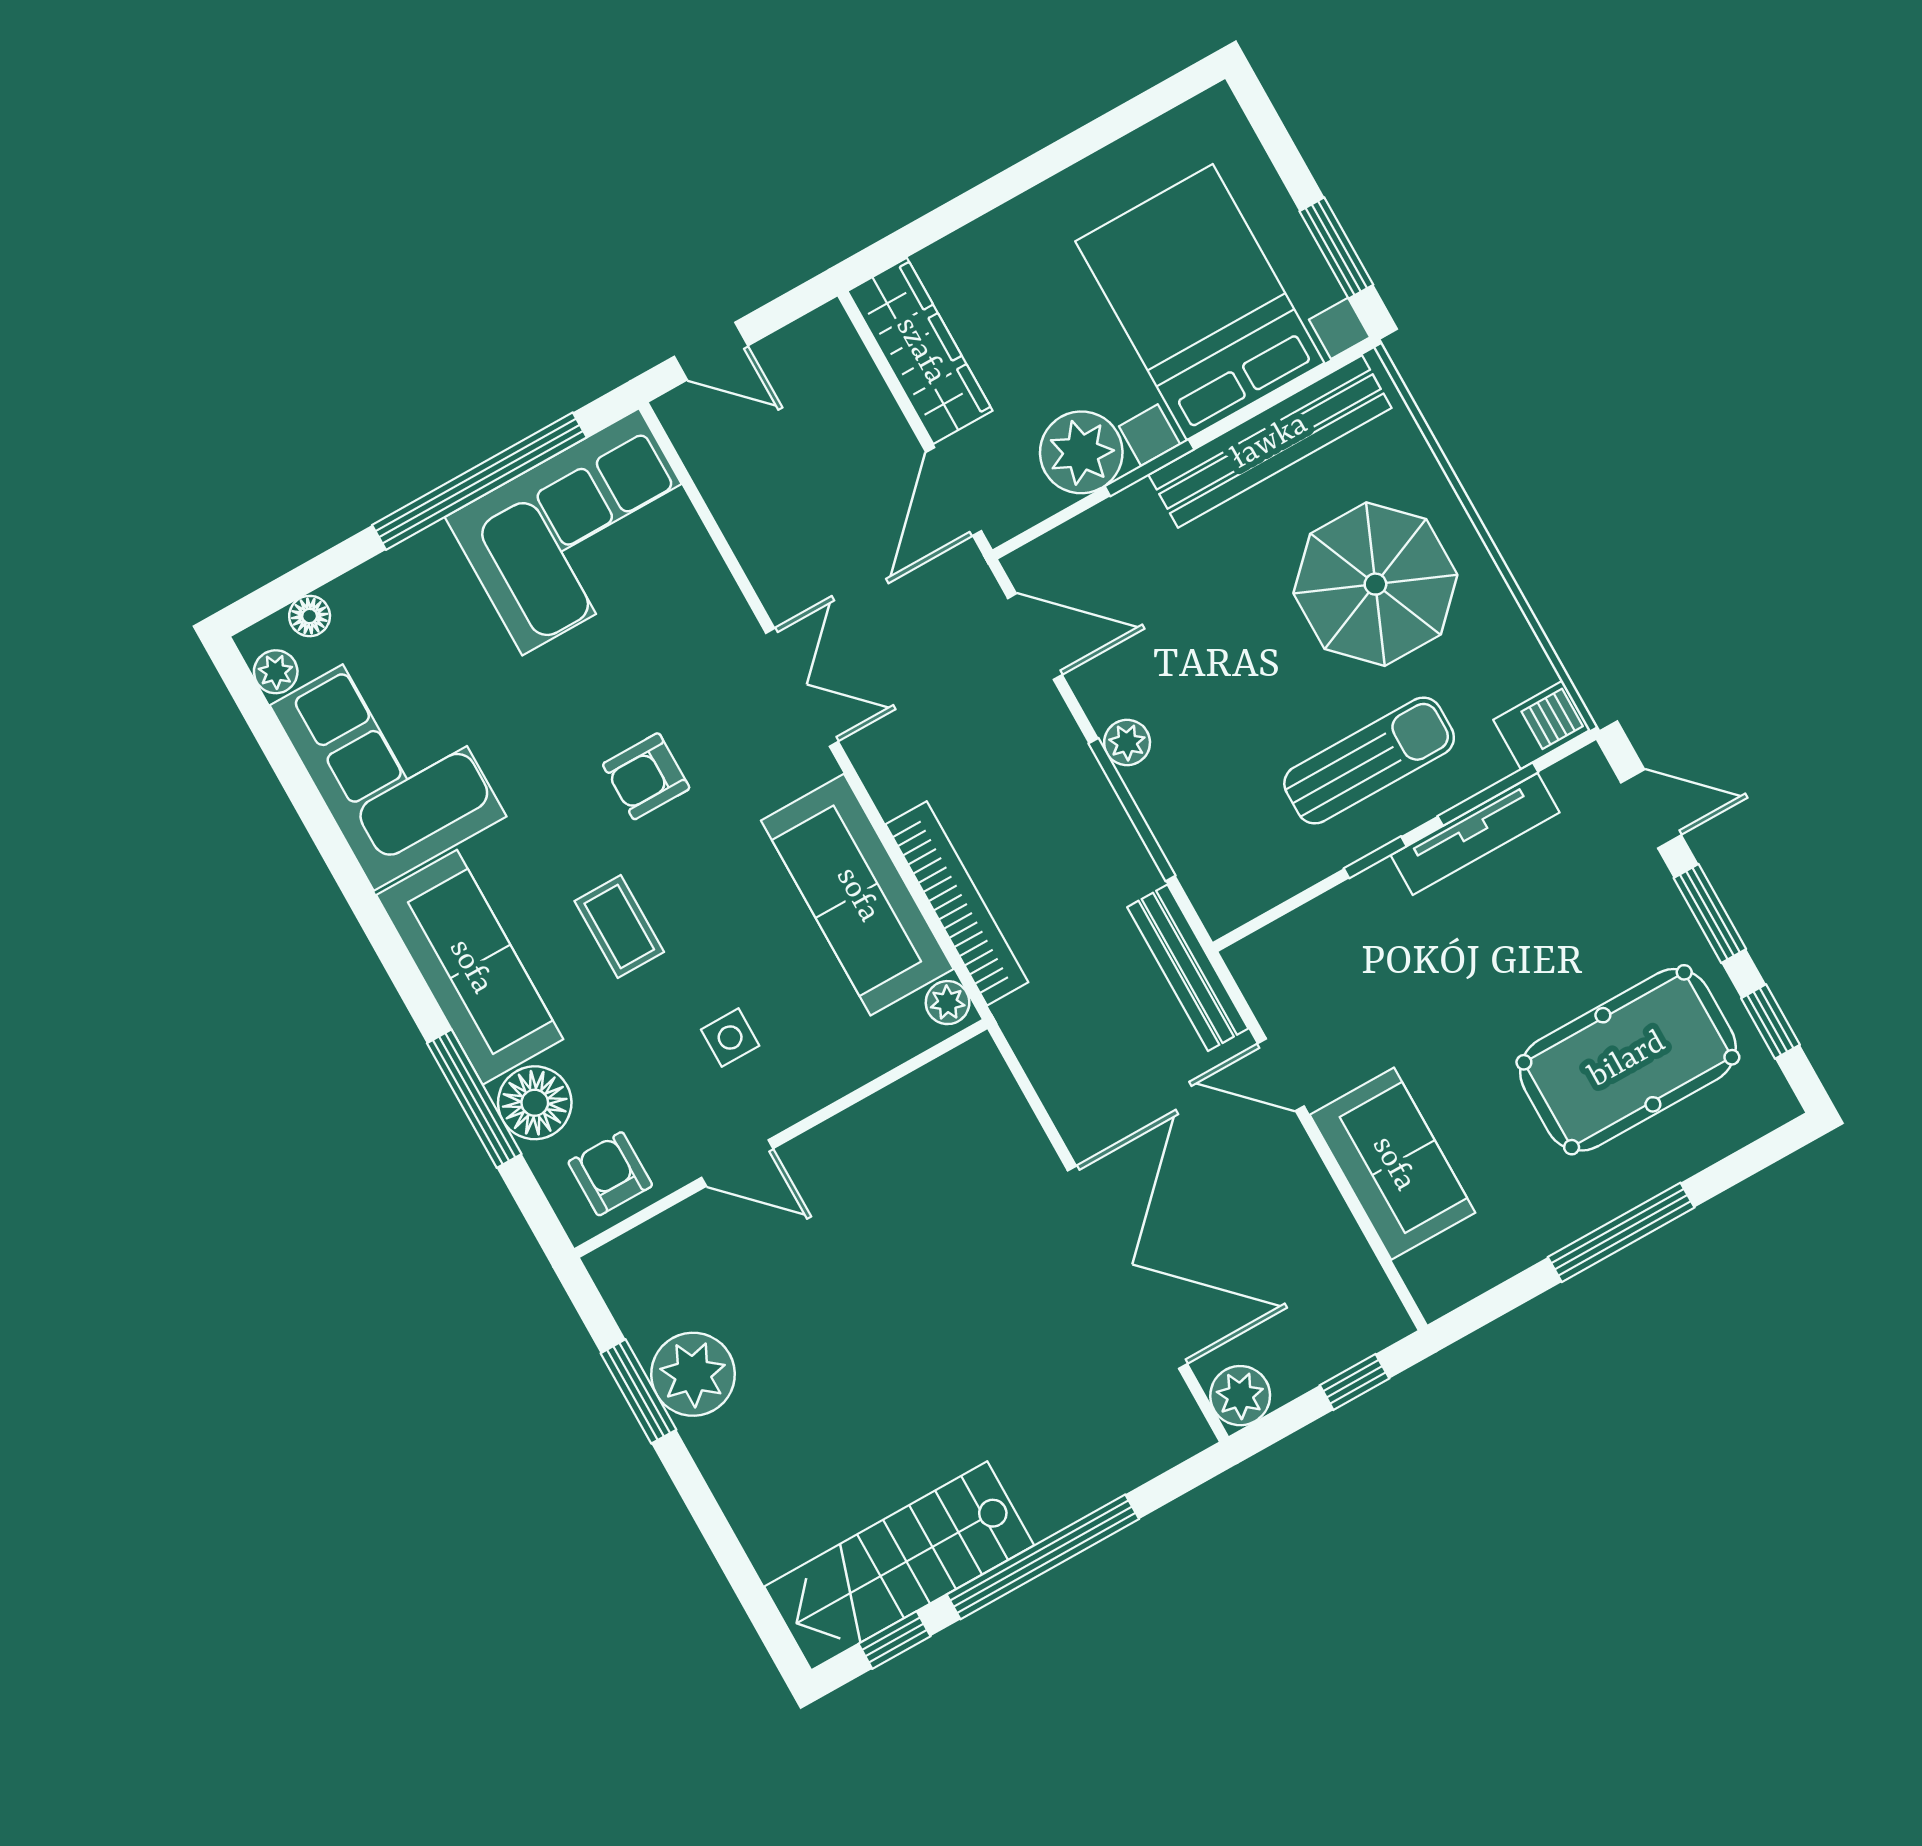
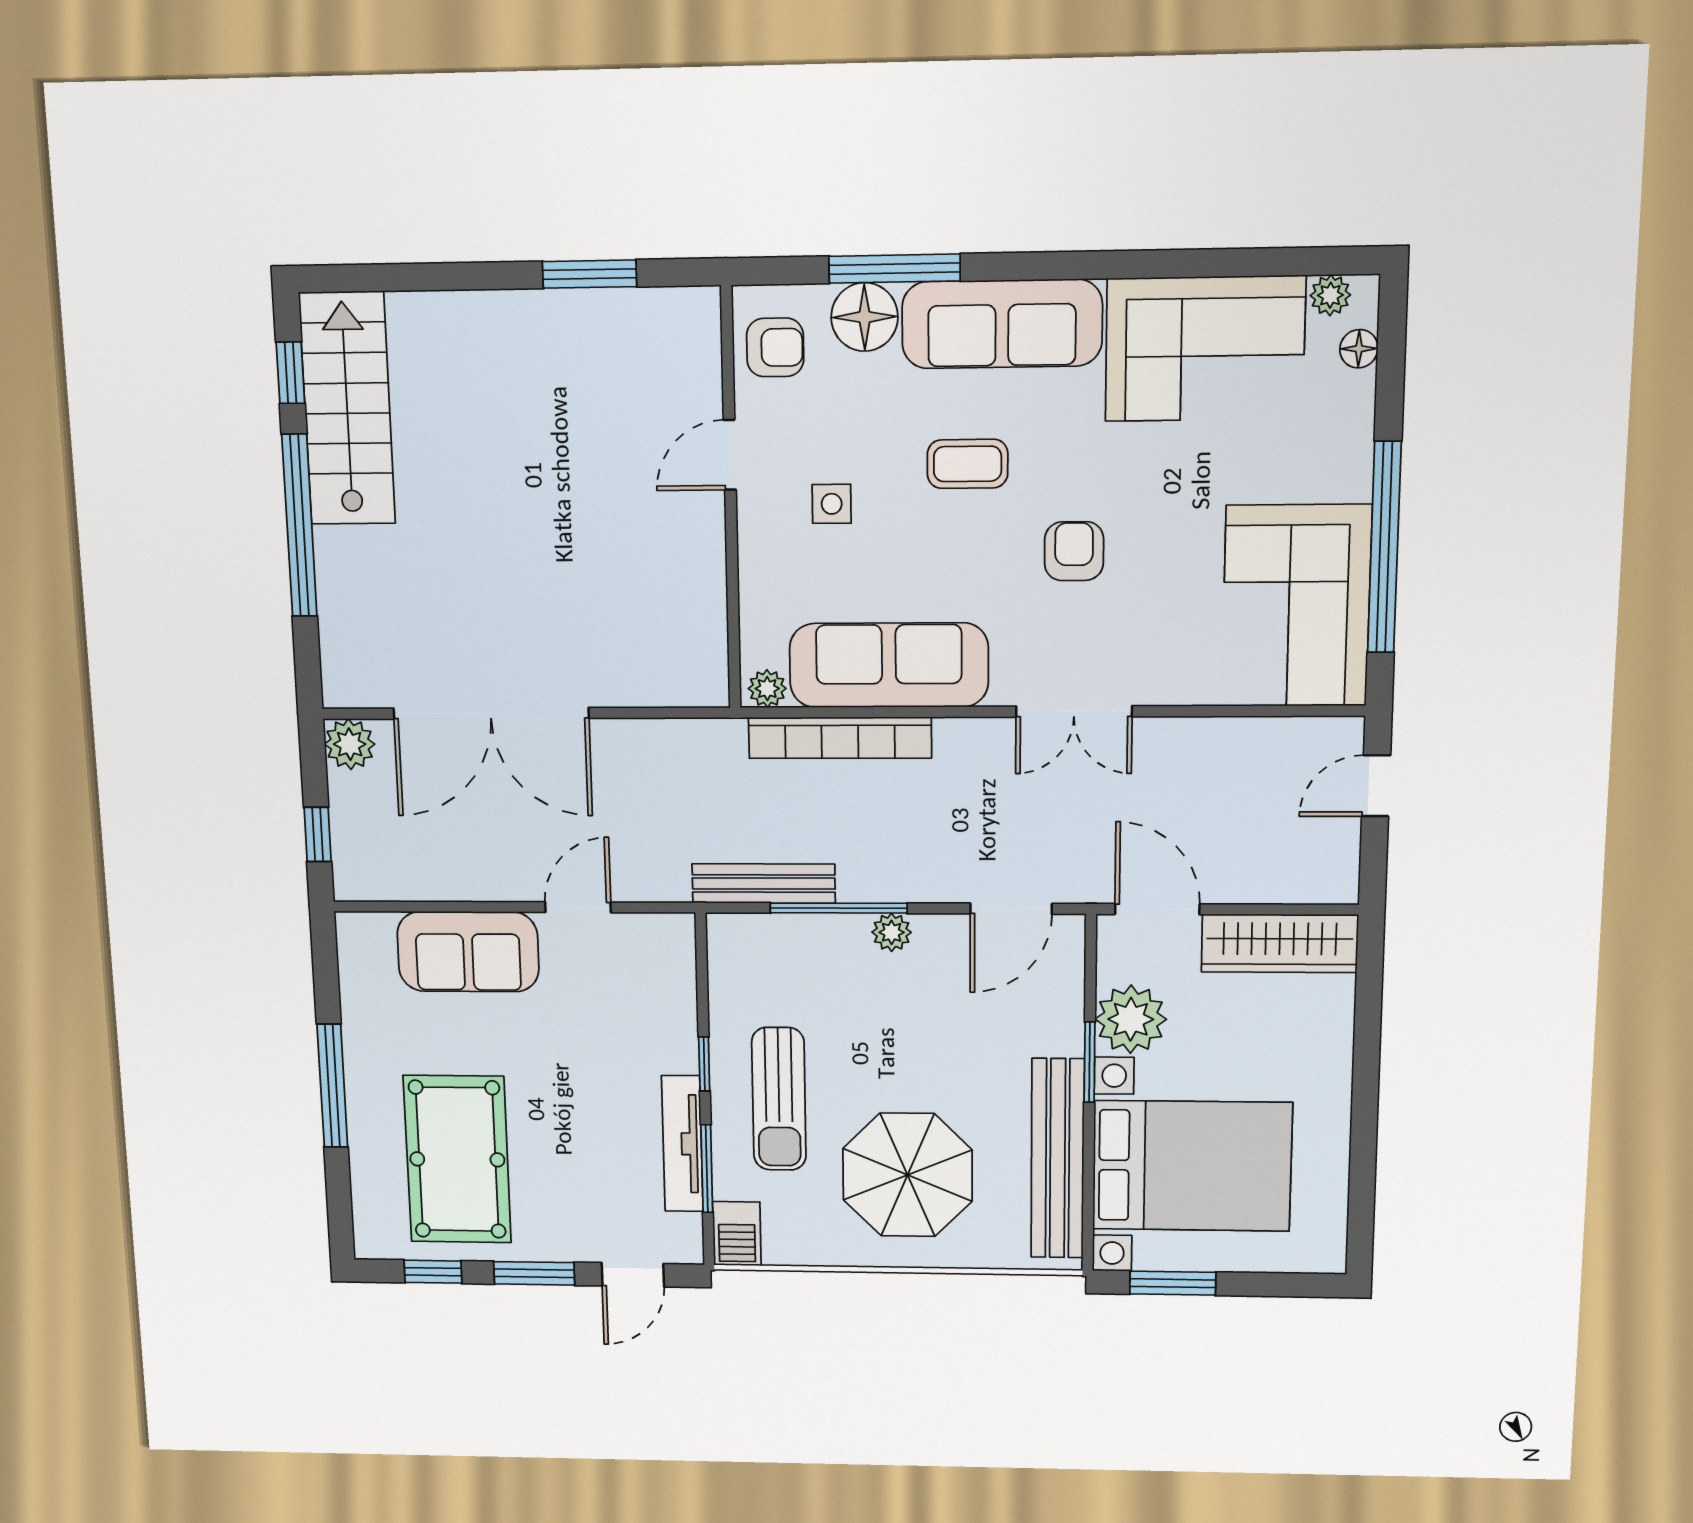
bench: (1188, 968) -> (764, 883), moved
plant: (693, 1374) -> (581, 326), removed

